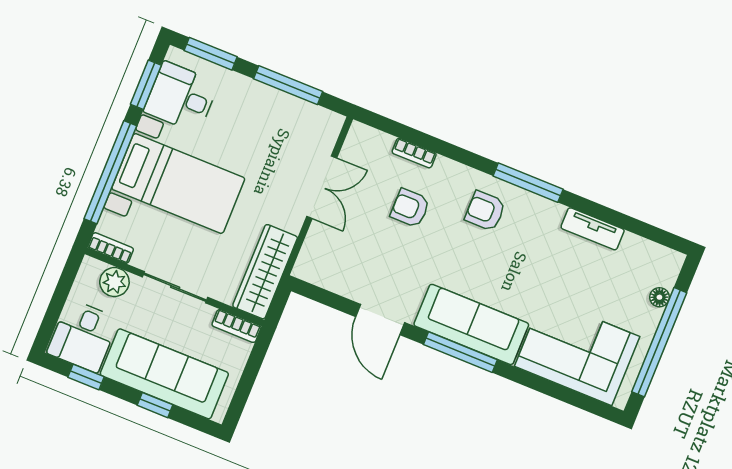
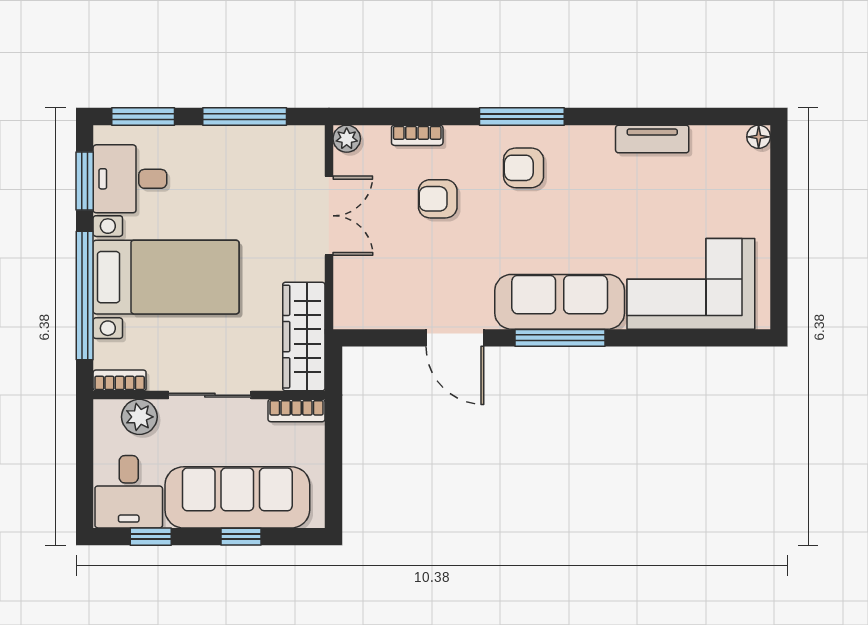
plant: (359, 134) -> (347, 139), added
window: (528, 183) -> (522, 116), moved
floor lamp: (659, 297) -> (759, 137), moved
window: (659, 342) -> (779, 236), removed

